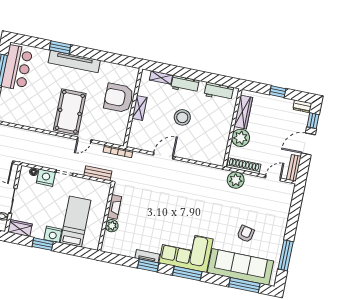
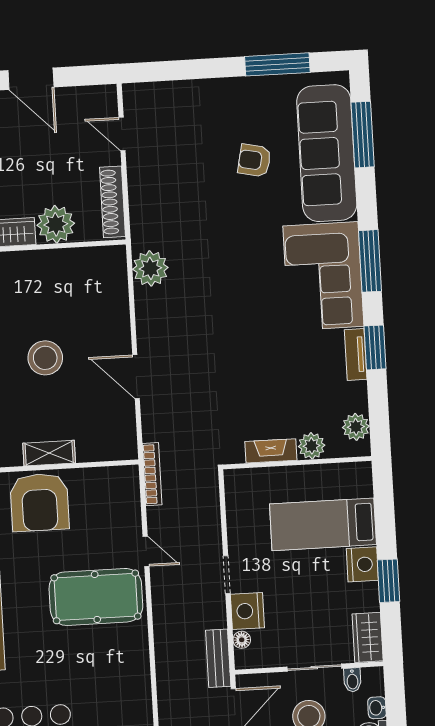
bench: (294, 168) -> (89, 96), removed
bench: (98, 173) -> (218, 658), moved
plant: (236, 180) -> (150, 268), moved
plant: (115, 248) -> (356, 427), added

